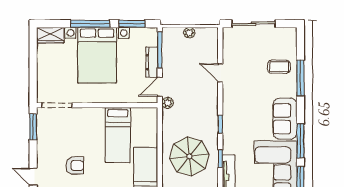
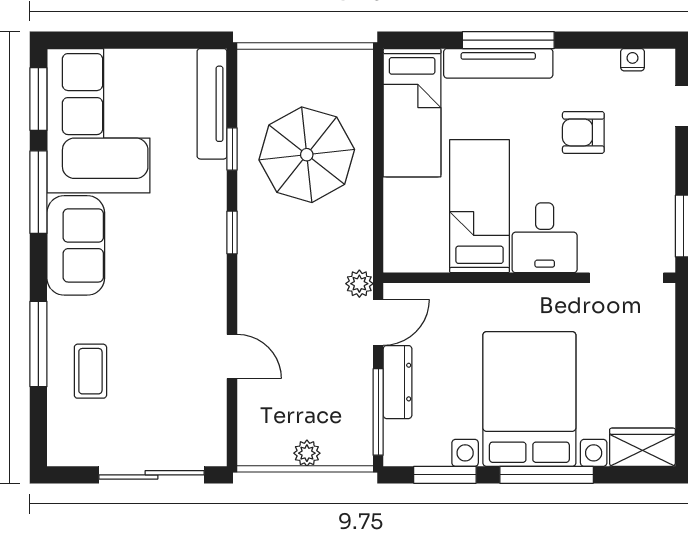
coffee table: (279, 67) -> (90, 371), turned 90
desk: (91, 122) -> (545, 238), added

